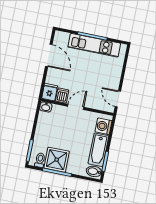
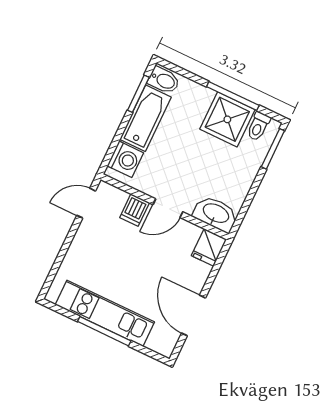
dishwasher: (62, 96) -> (135, 210), moved
door: (118, 99) -> (86, 203), swing flipped
washbasin: (46, 107) -> (216, 214), width x1.91, depth x1.45

